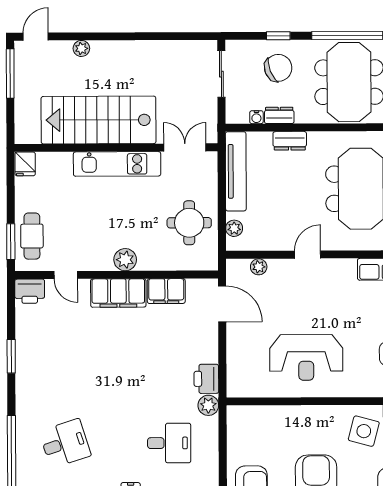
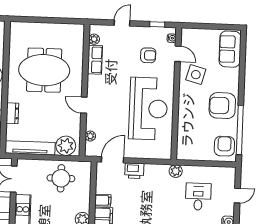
plant: (234, 228) -> (66, 146), width x1.87, depth x1.87
filing cabinet: (166, 291) -> (103, 200), width x0.50
reception desk: (306, 357) -> (148, 109), width x1.36, depth x1.30
printer: (206, 379) -> (134, 171), moved

